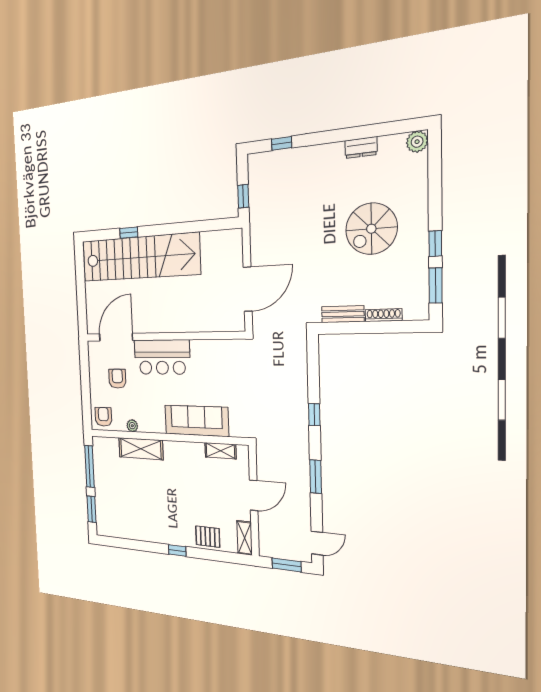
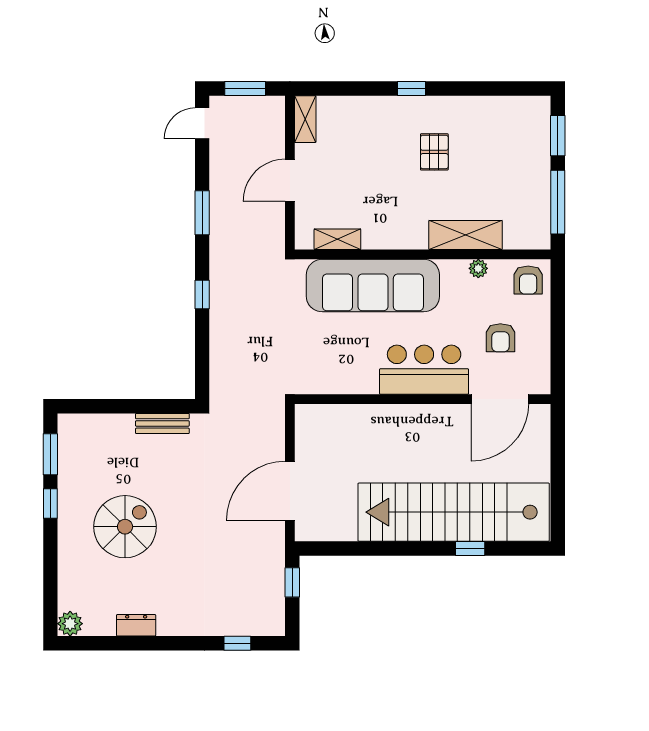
door: (248, 289) -> (290, 491), moved
shoe rack: (384, 315) -> (112, 421), removed
sofa: (196, 421) -> (373, 286), width x1.36, depth x1.27
pallet: (208, 537) -> (434, 152), moved, turned 90

